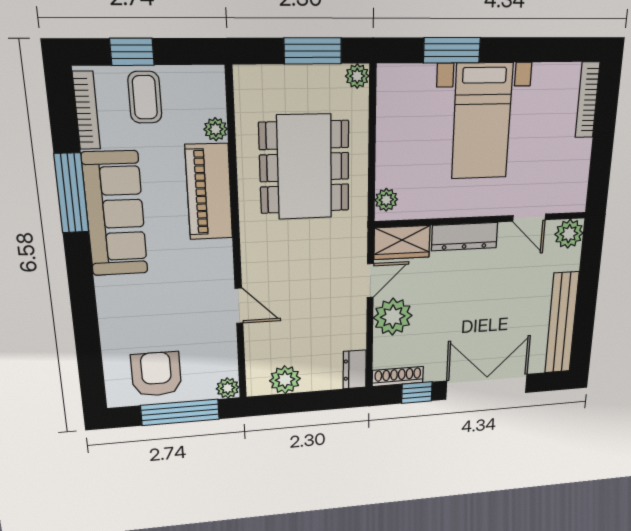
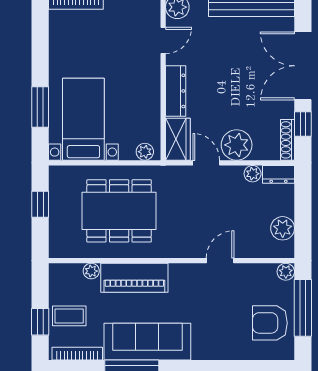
window: (313, 51) -> (40, 204), width x0.67
plant: (357, 76) -> (253, 174), moved
bed with nightstands: (482, 121) -> (83, 119), moved, turned -90

